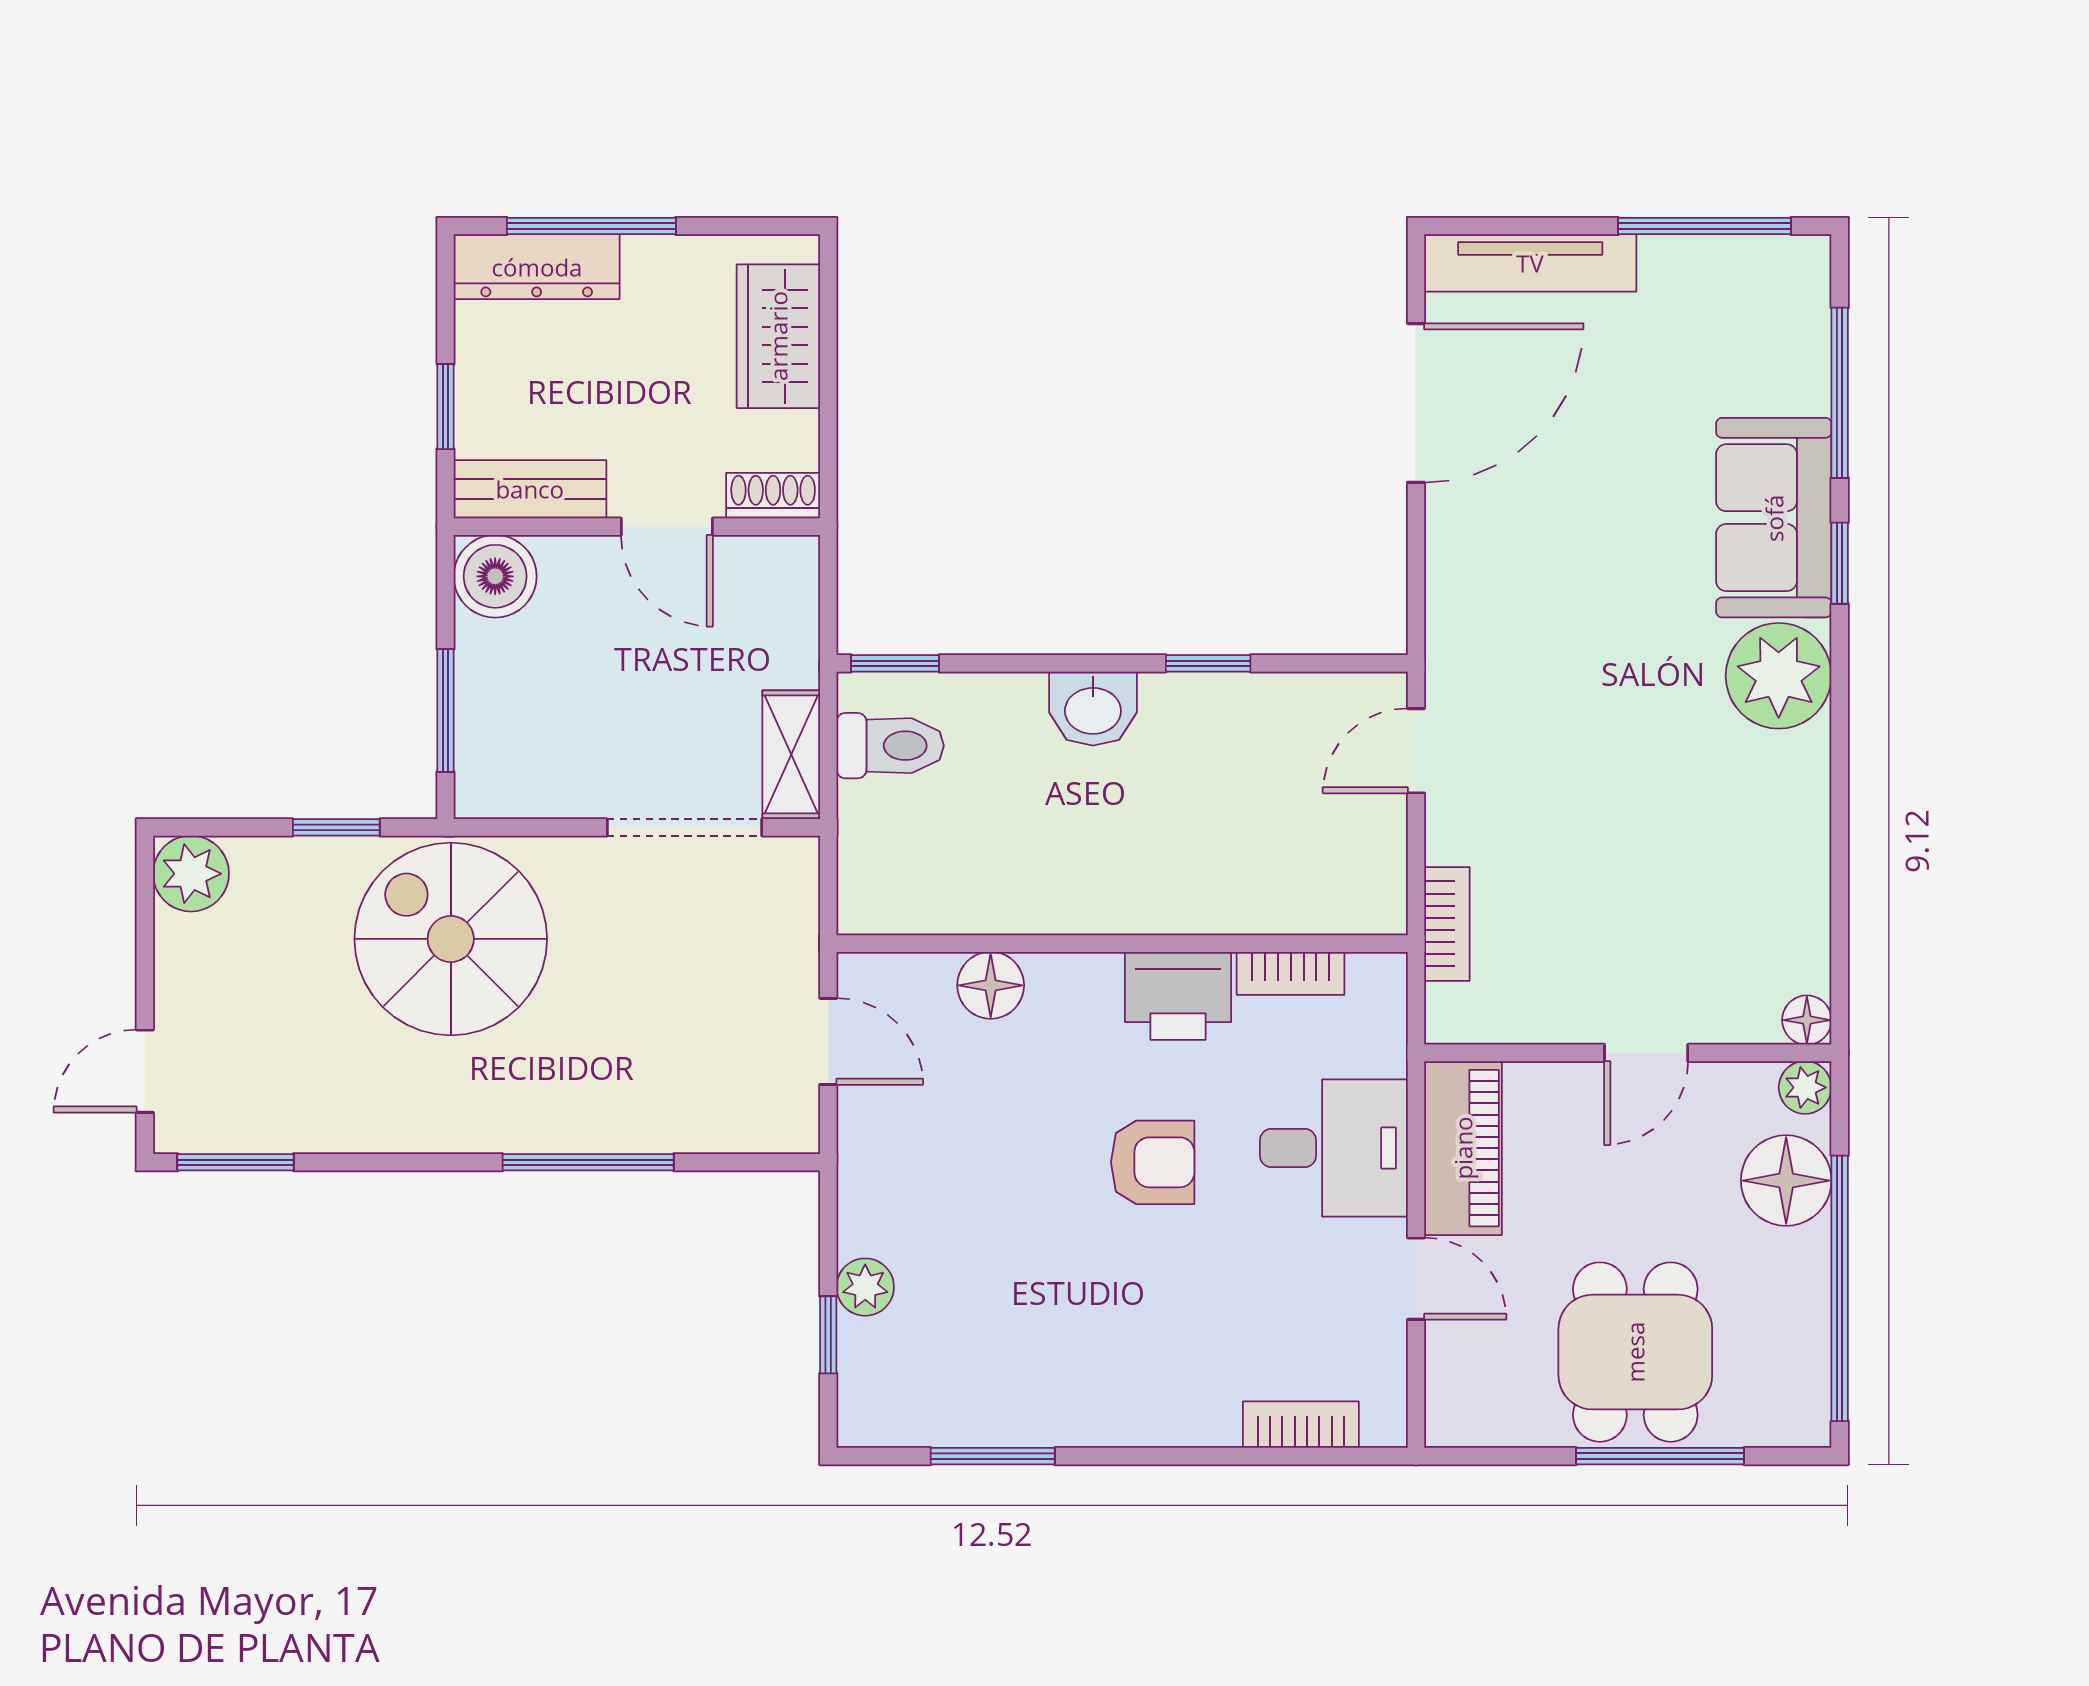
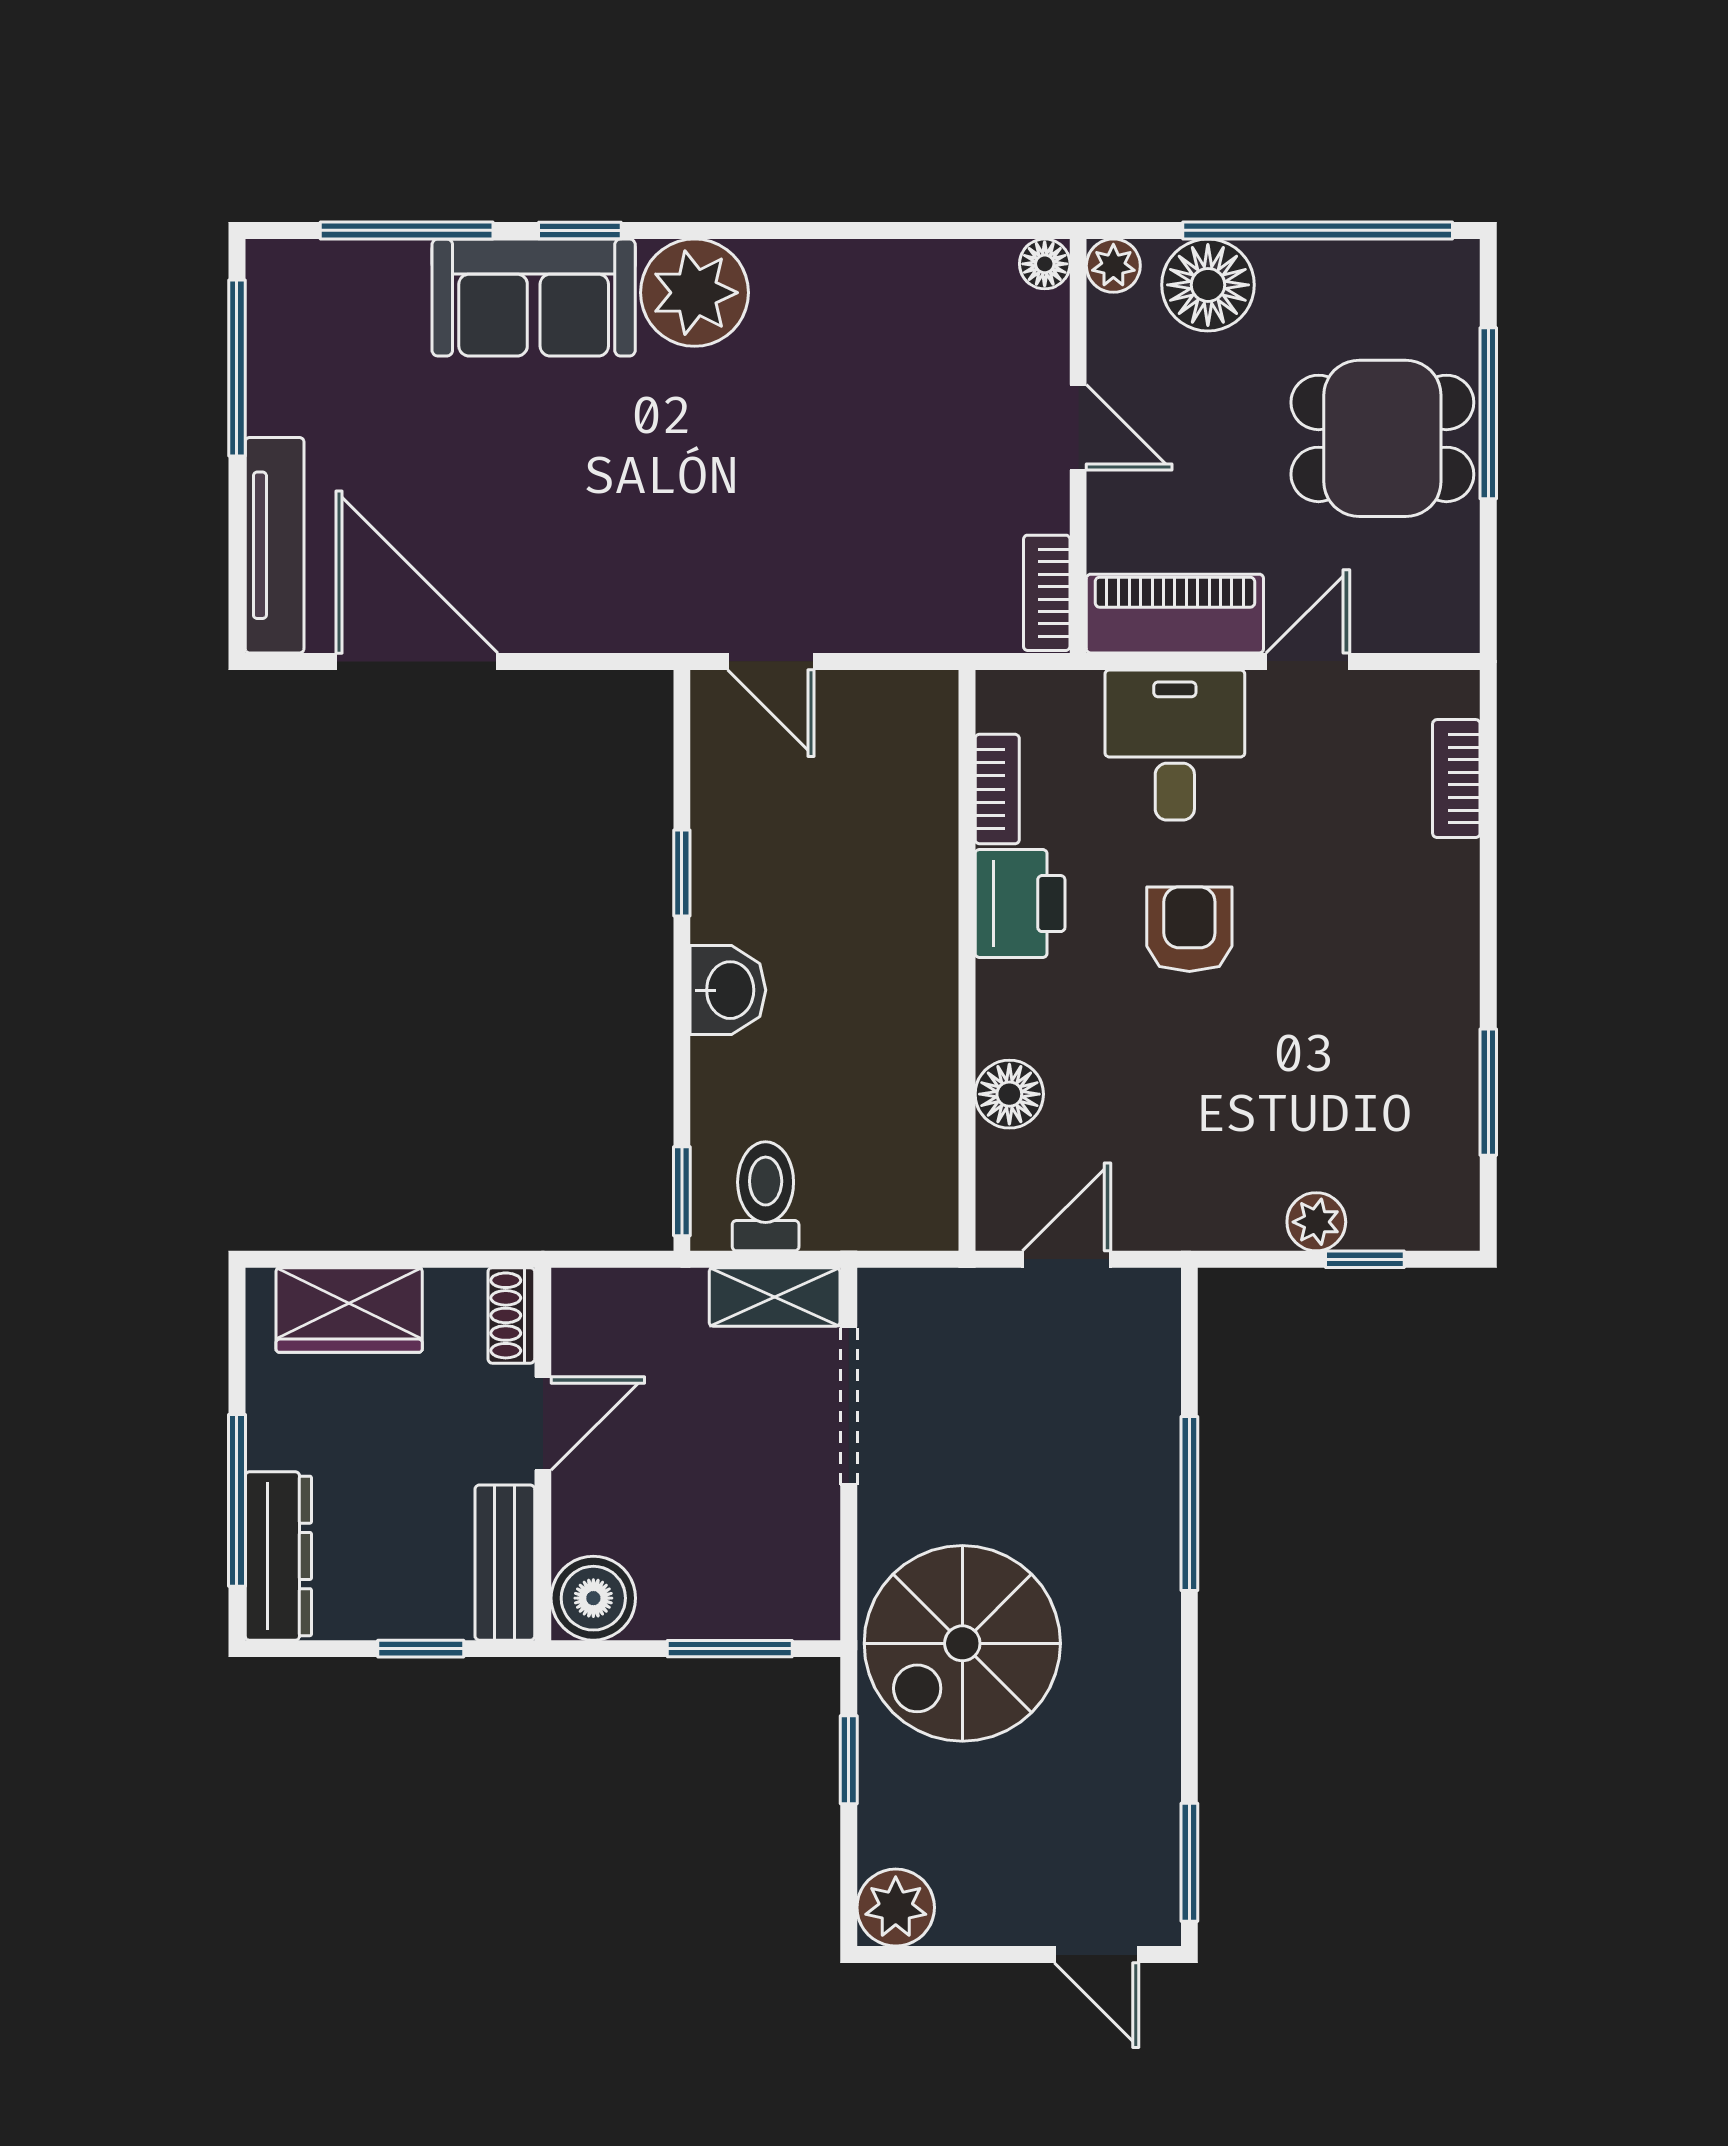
bookcase: (1447, 924) -> (1047, 593), moved, turned -90

